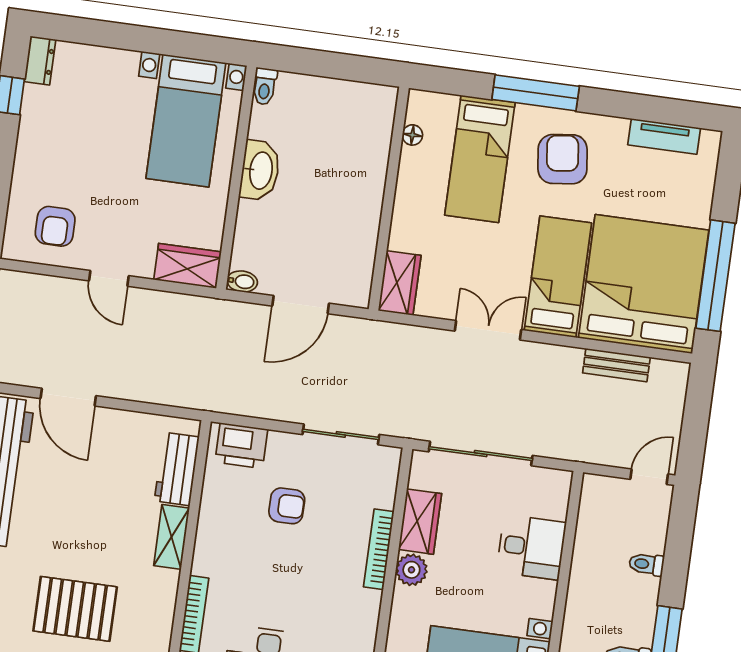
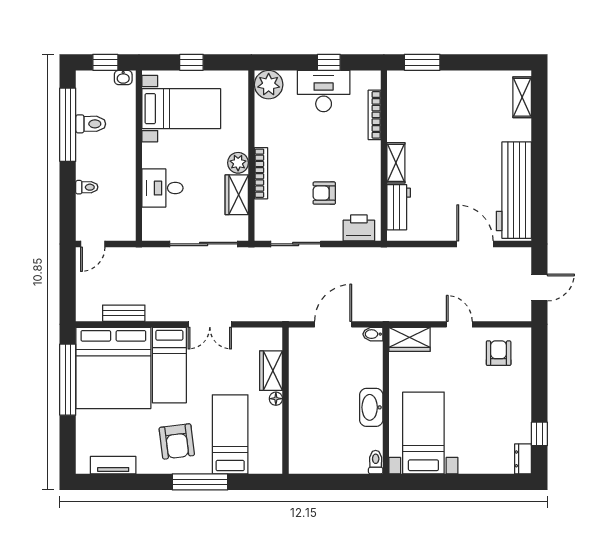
floor lamp: (412, 135) -> (276, 399), moved
wardrobe: (400, 283) -> (271, 371), moved
pallet: (75, 609) -> (452, 108), removed

